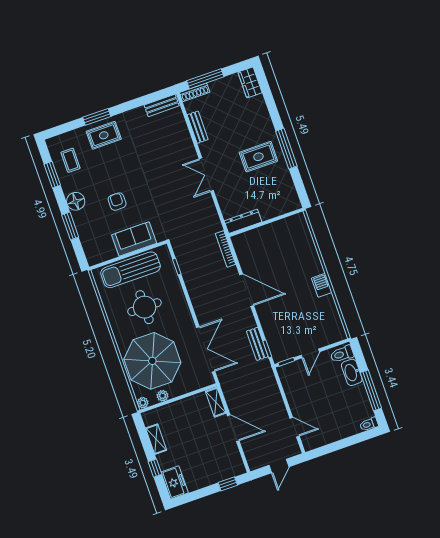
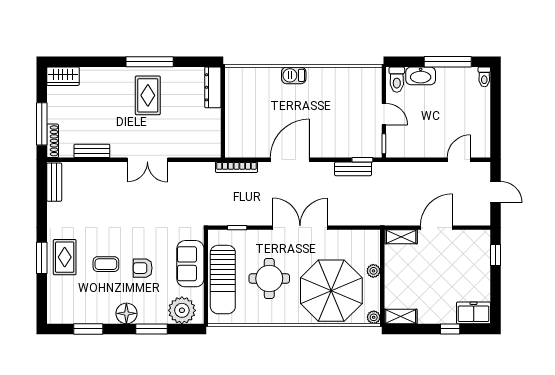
coffee table: (71, 160) -> (106, 264), moved
dresser: (243, 221) -> (213, 87), moved
plant: (94, 245) -> (182, 310), added
barbecue: (322, 285) -> (294, 75), moved
double door: (206, 349) -> (300, 228), moved
plant: (162, 396) -> (373, 271), moved
shelving: (156, 439) -> (401, 317), moved

